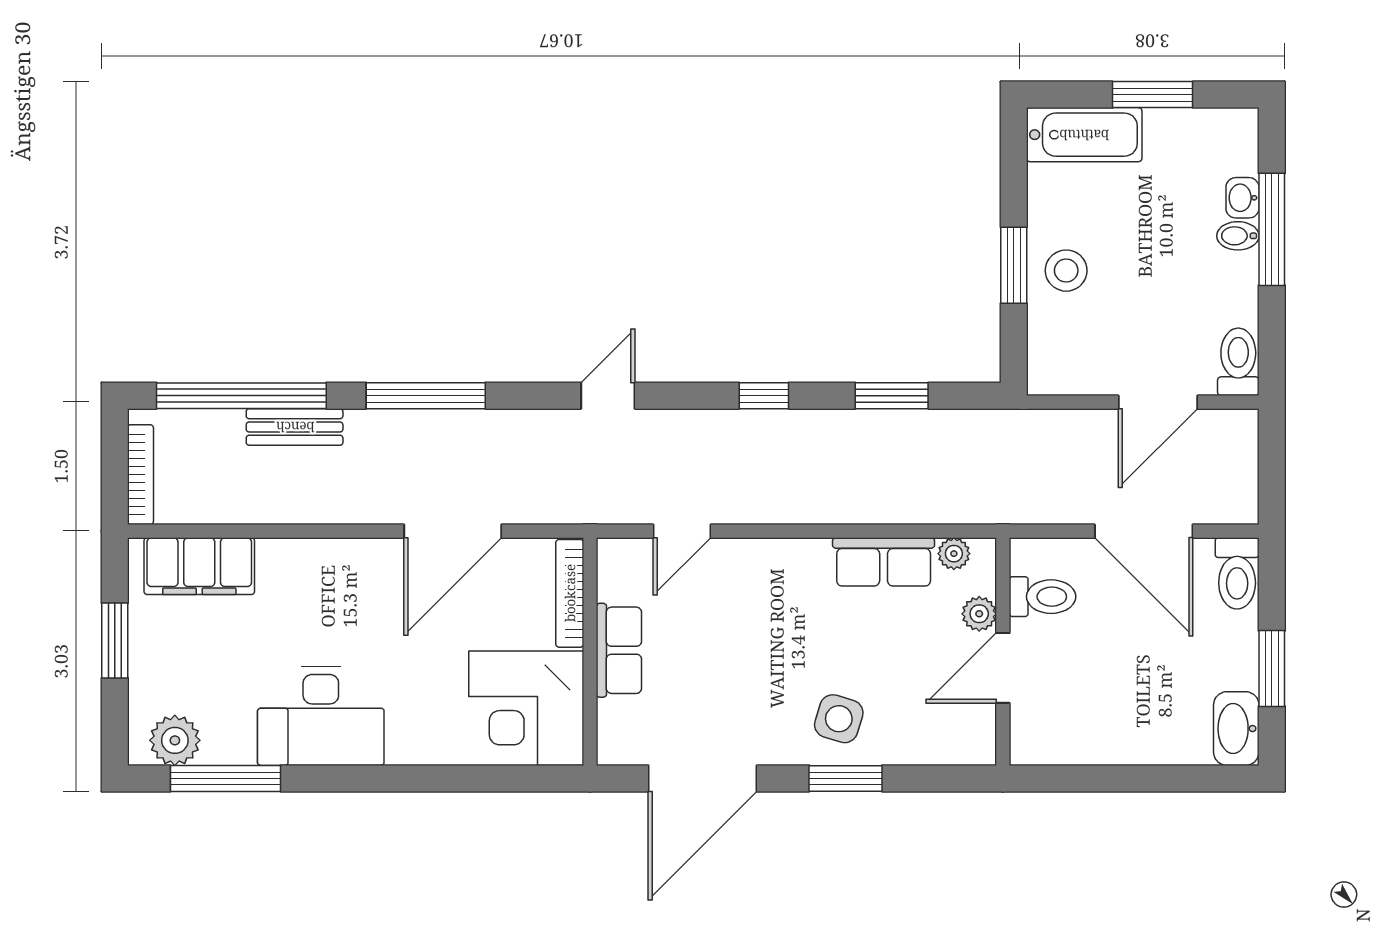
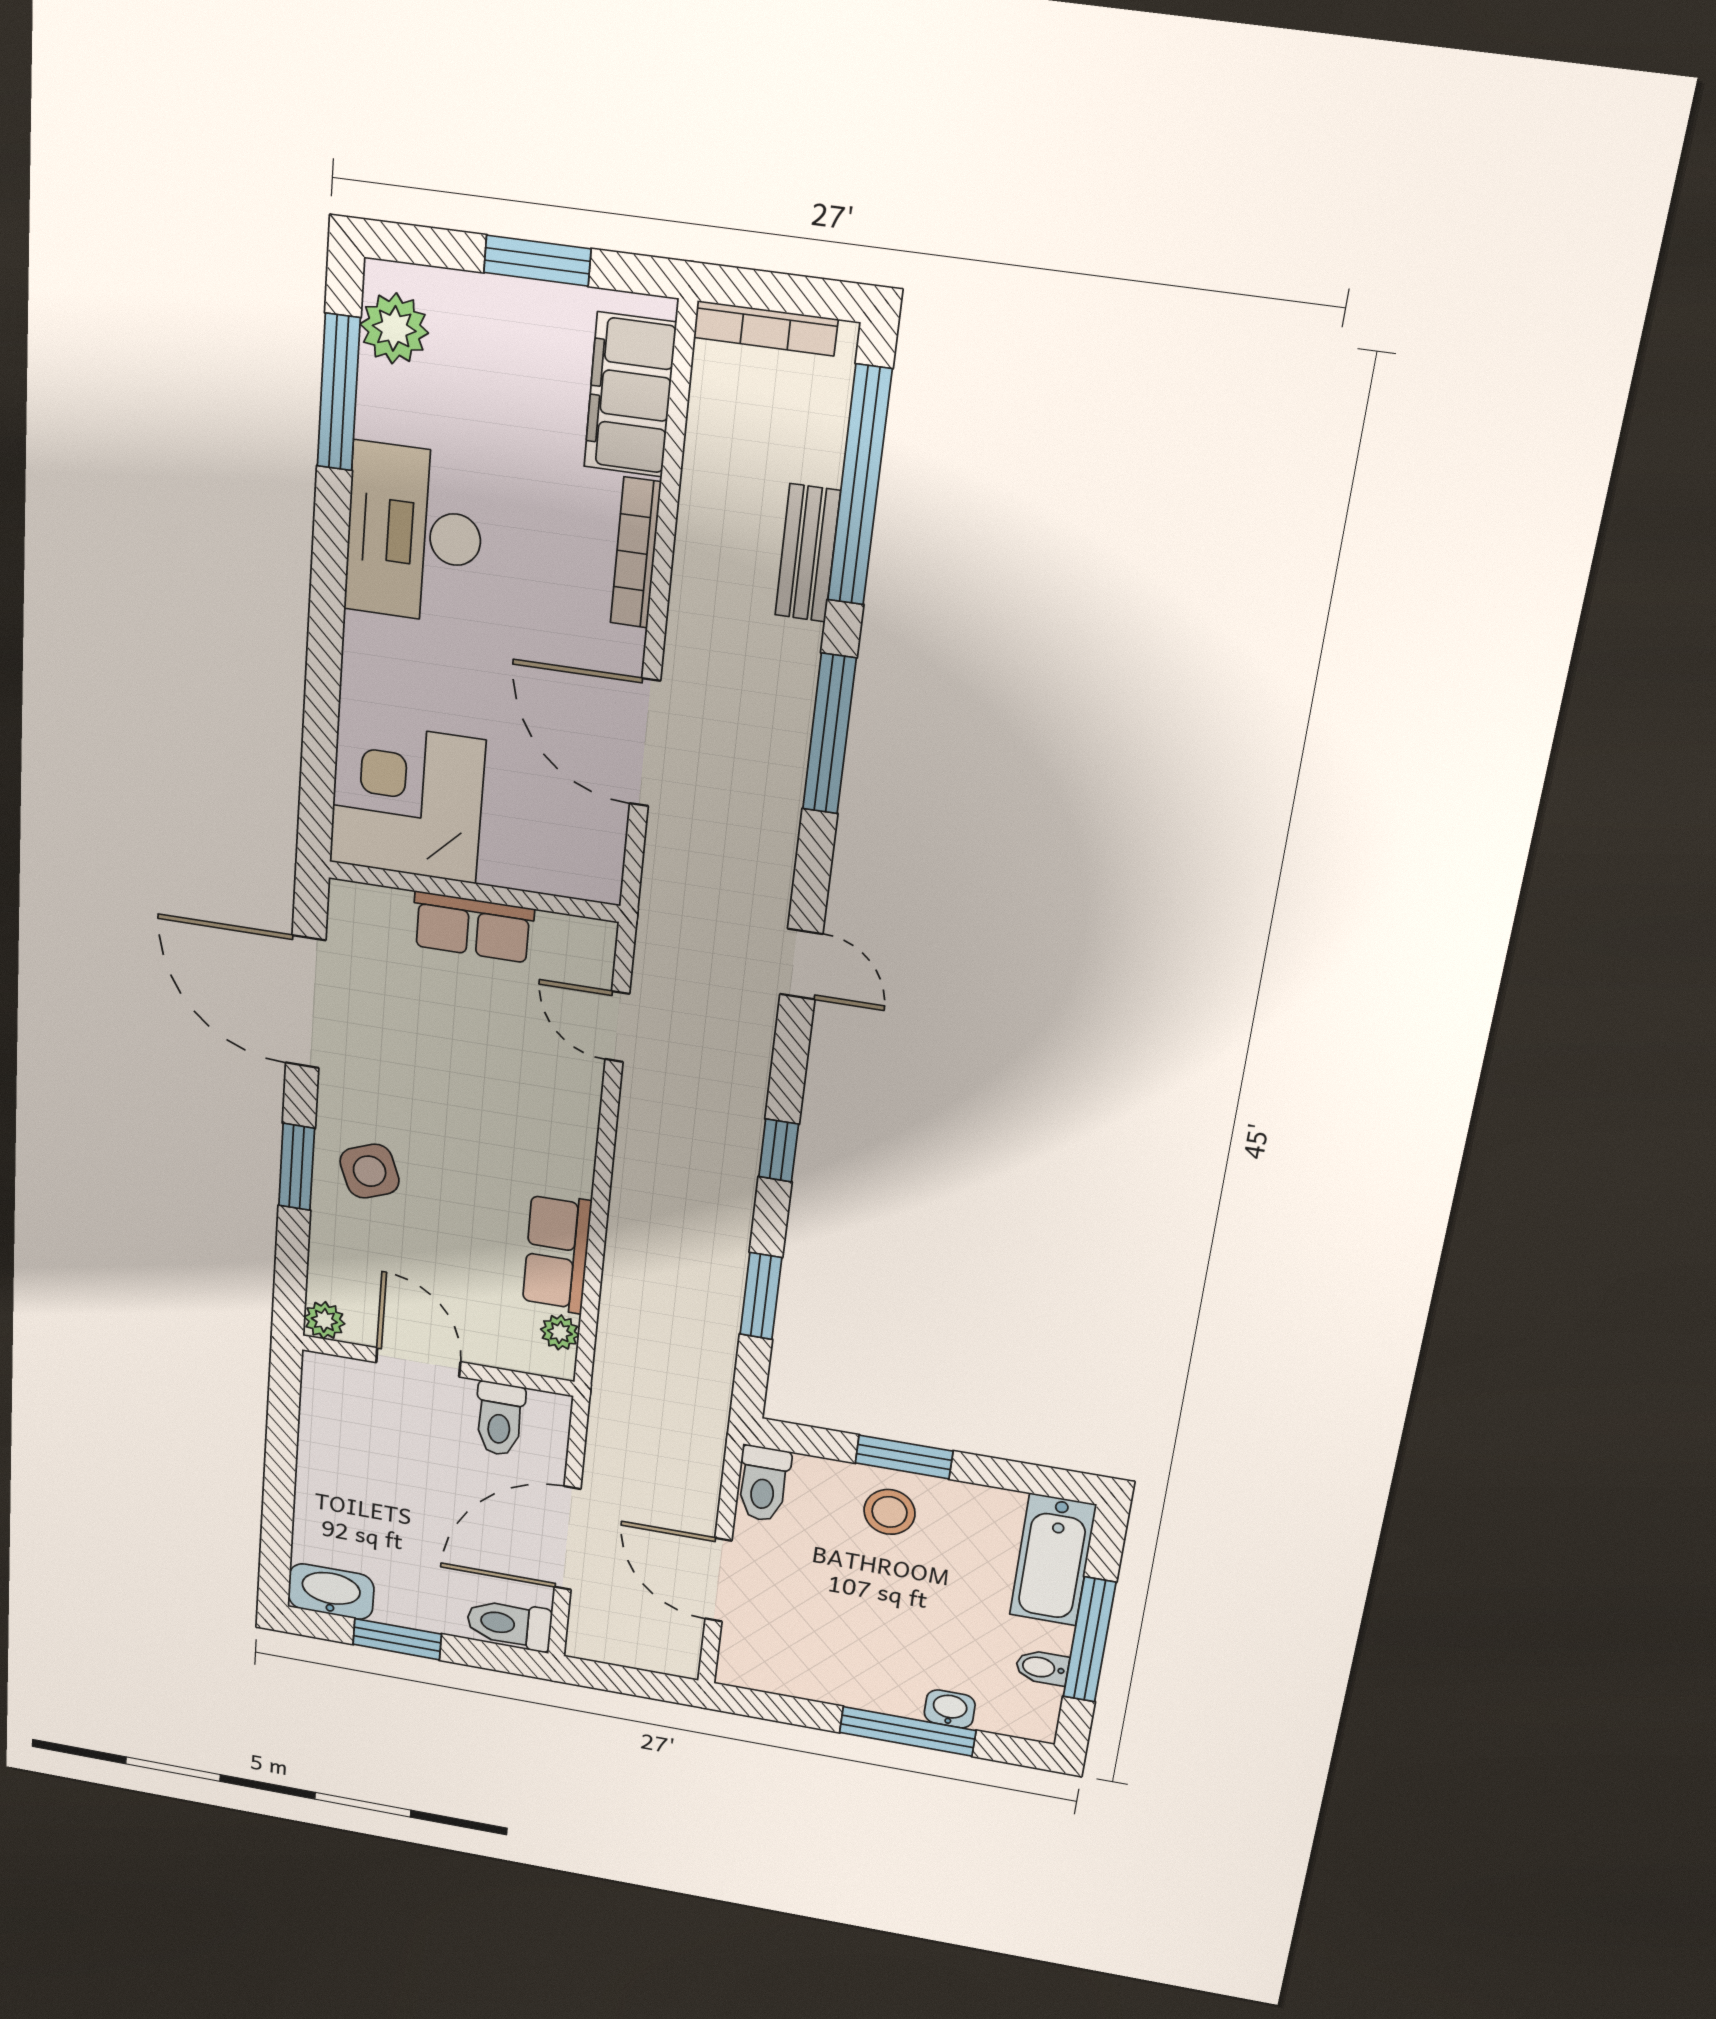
window: (1153, 95) -> (1090, 1640), width x1.44
bidet: (1238, 236) -> (1042, 1668), moved, turned -90
toilet: (1238, 362) -> (763, 1484), moved, turned 90
bookcase: (570, 593) -> (636, 553), moved, turned -90
plant: (979, 614) -> (324, 1320), moved
side table: (839, 719) -> (370, 1171), turned -38

